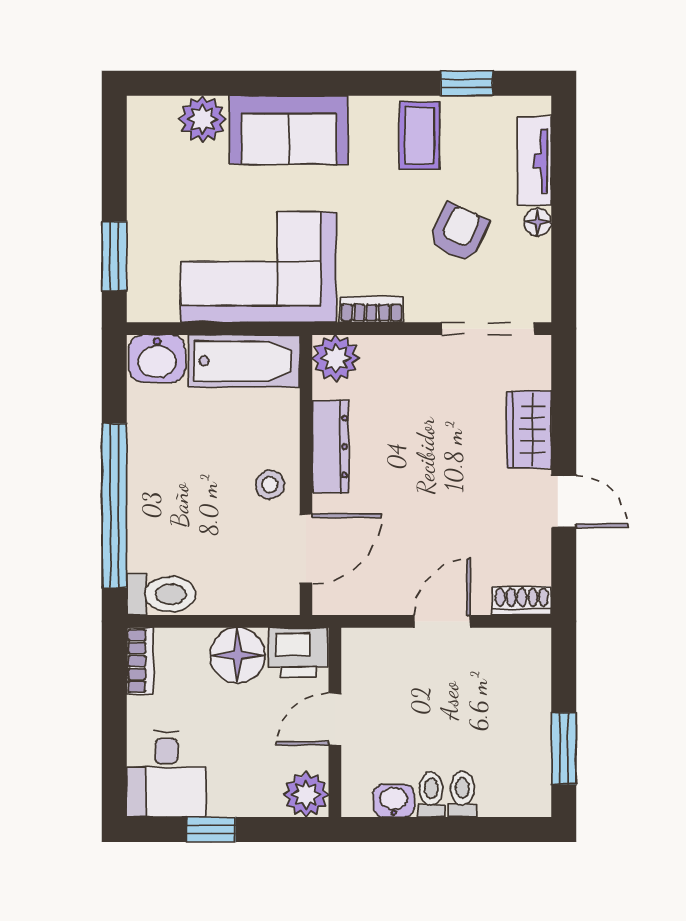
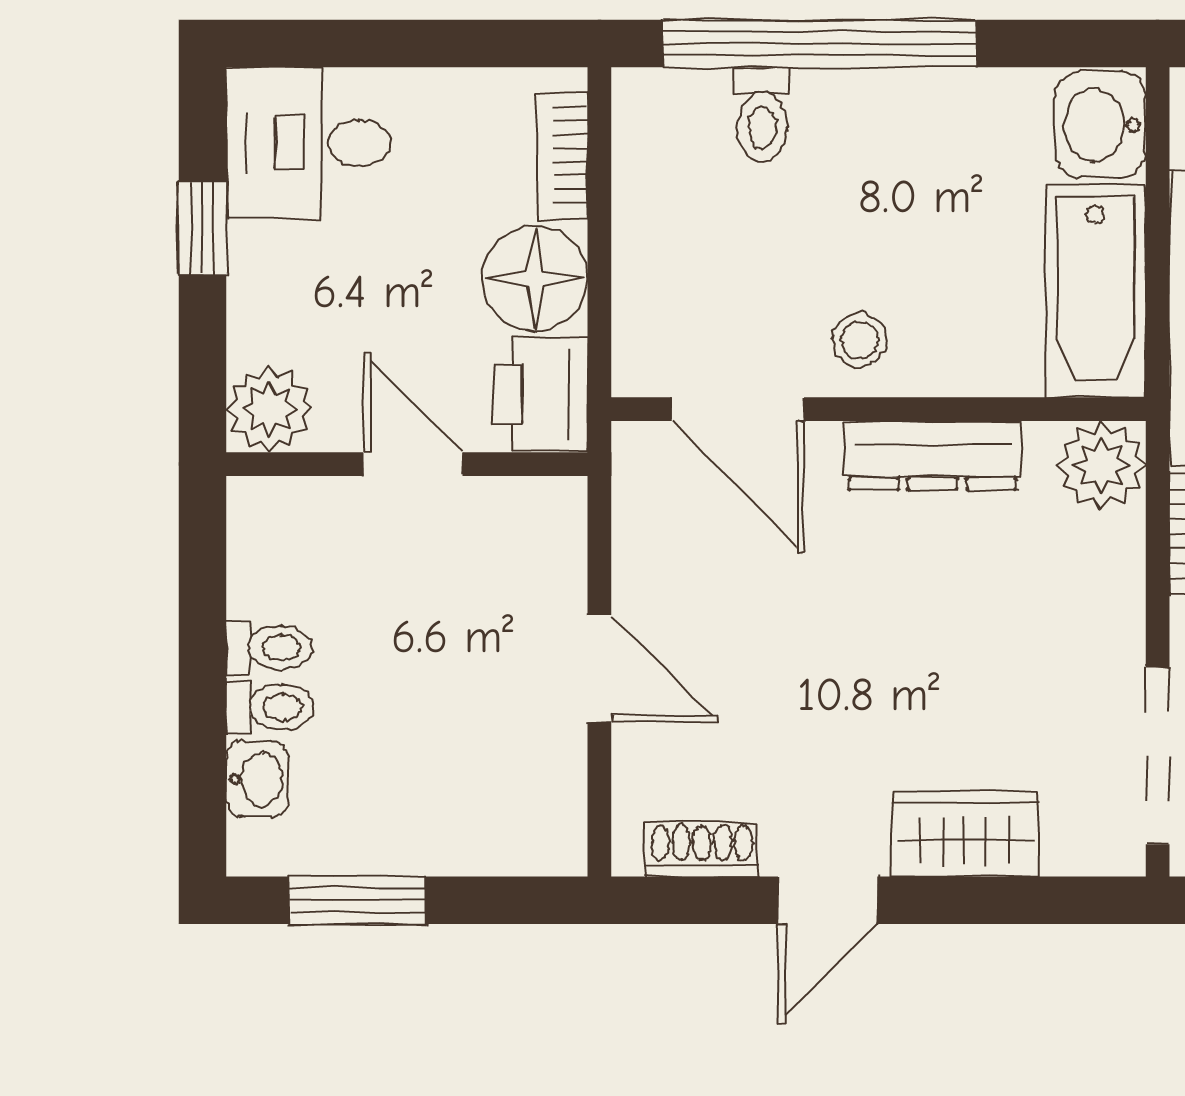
toilet: (161, 594) -> (762, 115), moved, width x0.73, depth x0.72
shoe rack: (522, 601) -> (702, 849), moved, turned -90
bookcase: (140, 661) -> (562, 156), moved, turned 90
washbasin: (394, 801) -> (257, 779), moved

